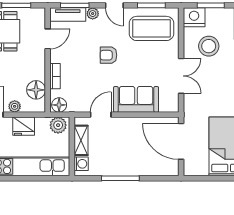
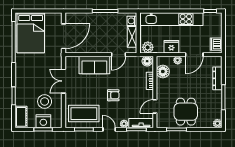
nightstand: (194, 17) -> (43, 121), moved
door: (181, 141) -> (63, 36), hinge flipped

